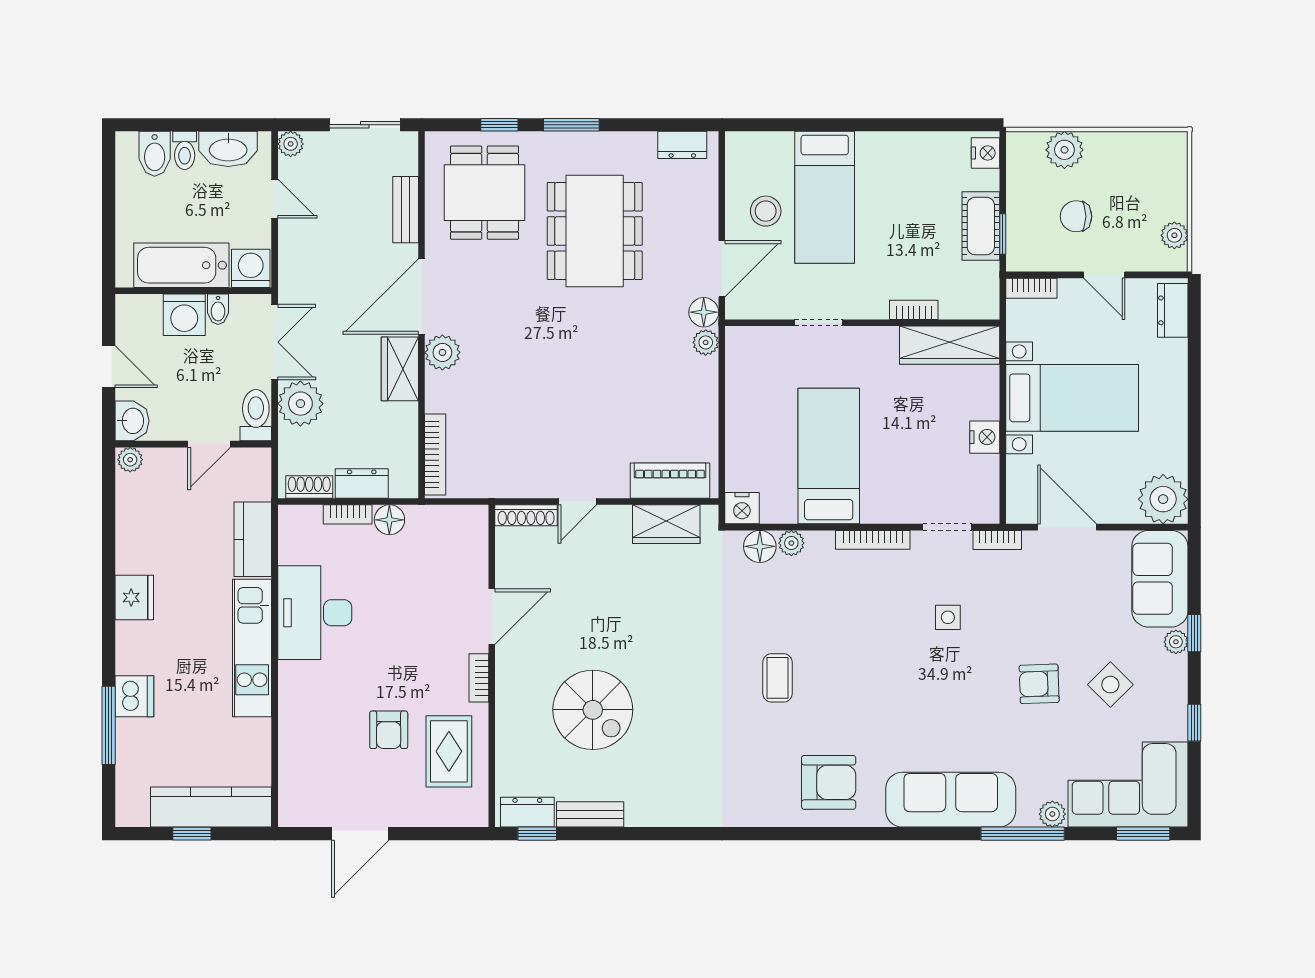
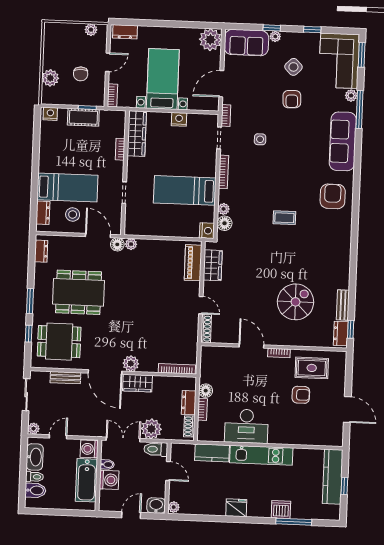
dresser: (767, 146) -> (43, 213), added

